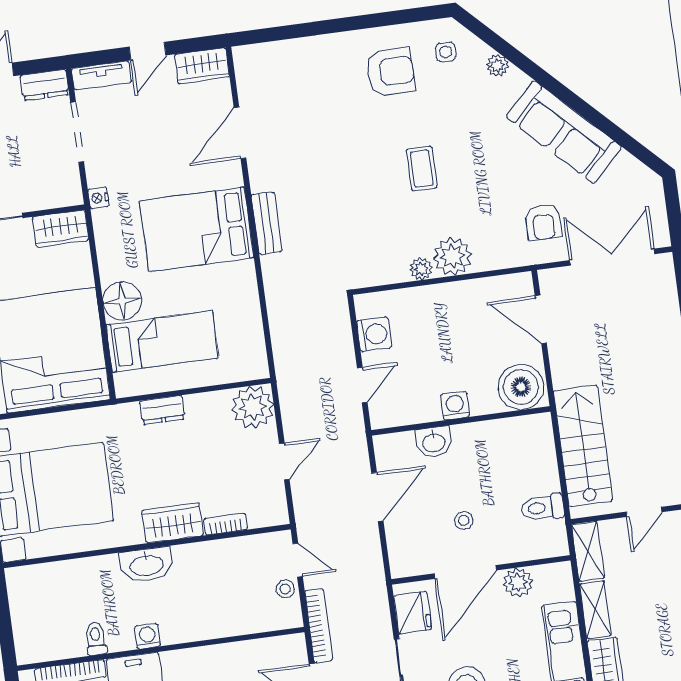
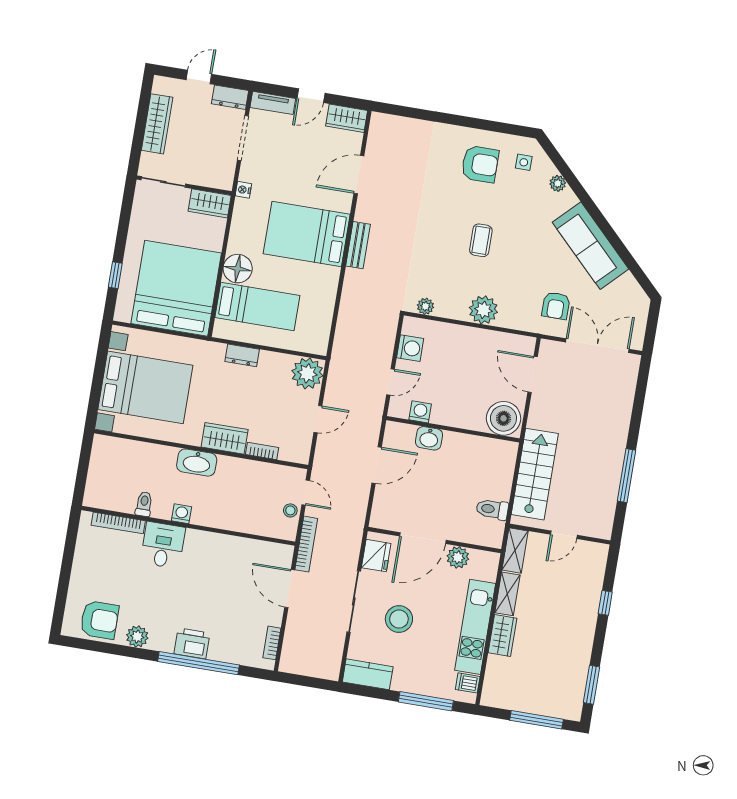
plant: (421, 269) -> (425, 306), moved
washing machine: (455, 406) -> (420, 412), moved
stool: (464, 521) -> (433, 501), removed

